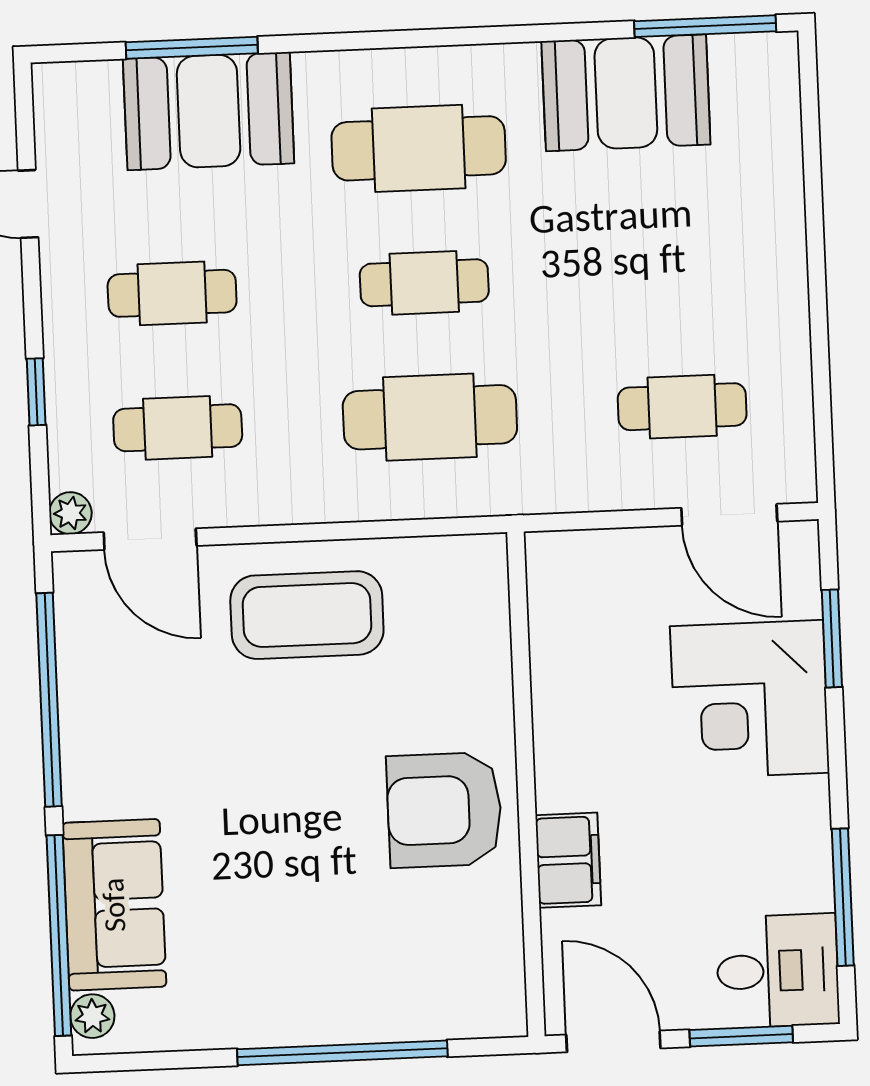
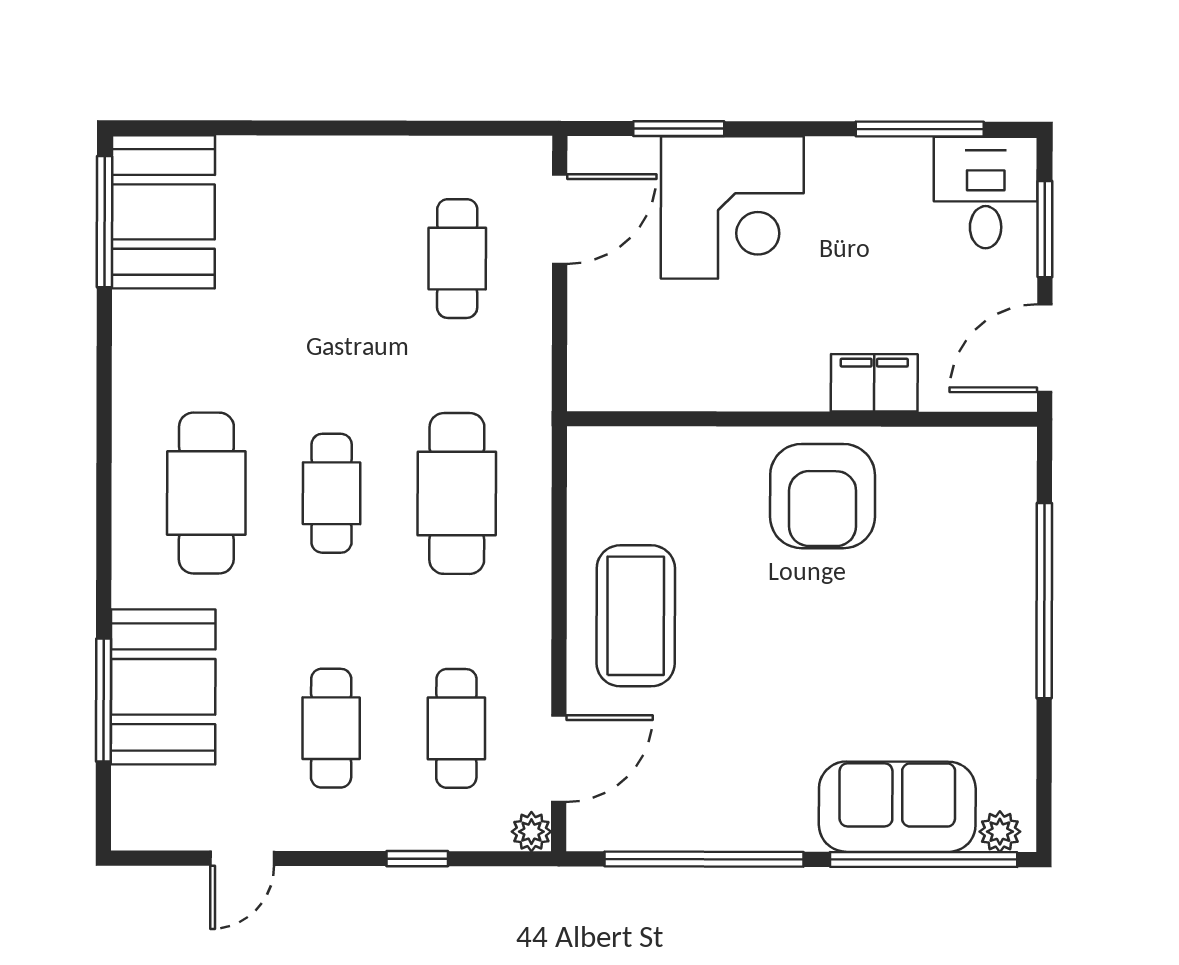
booth: (626, 93) -> (163, 212), moved

